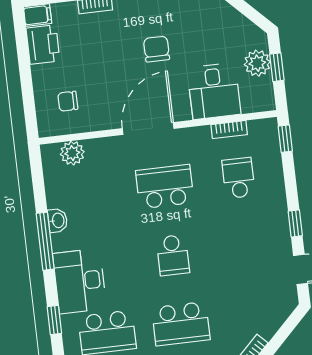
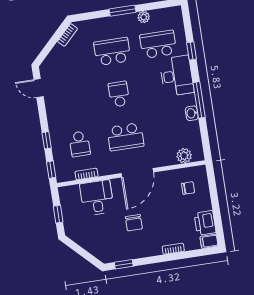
plant: (257, 63) -> (70, 216), removed
window: (295, 223) -> (47, 140), moved

